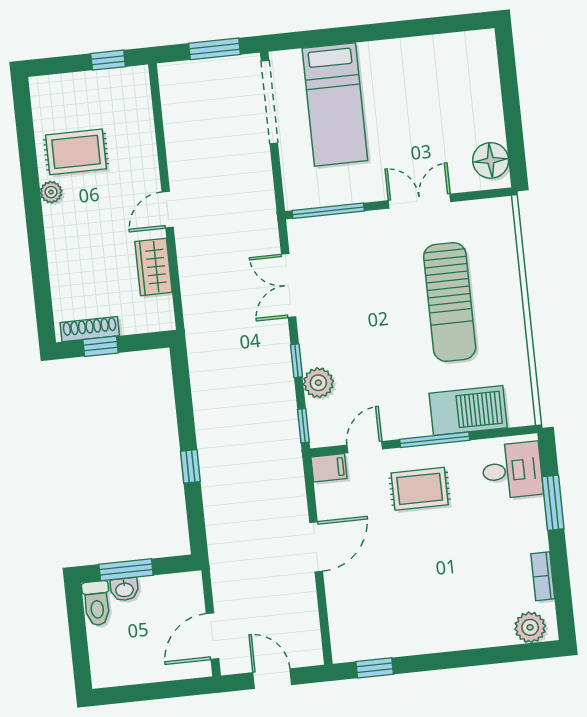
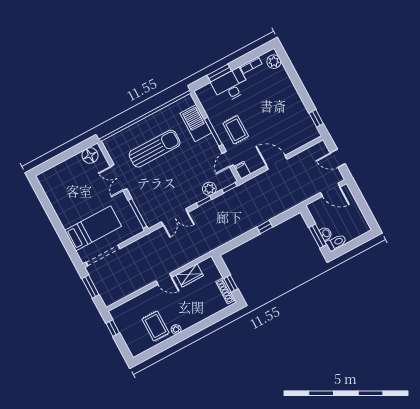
door: (365, 447) -> (228, 159), hinge flipped
desk: (512, 470) -> (231, 86), moved, width x1.37
door: (272, 679) -> (338, 158), hinge flipped

